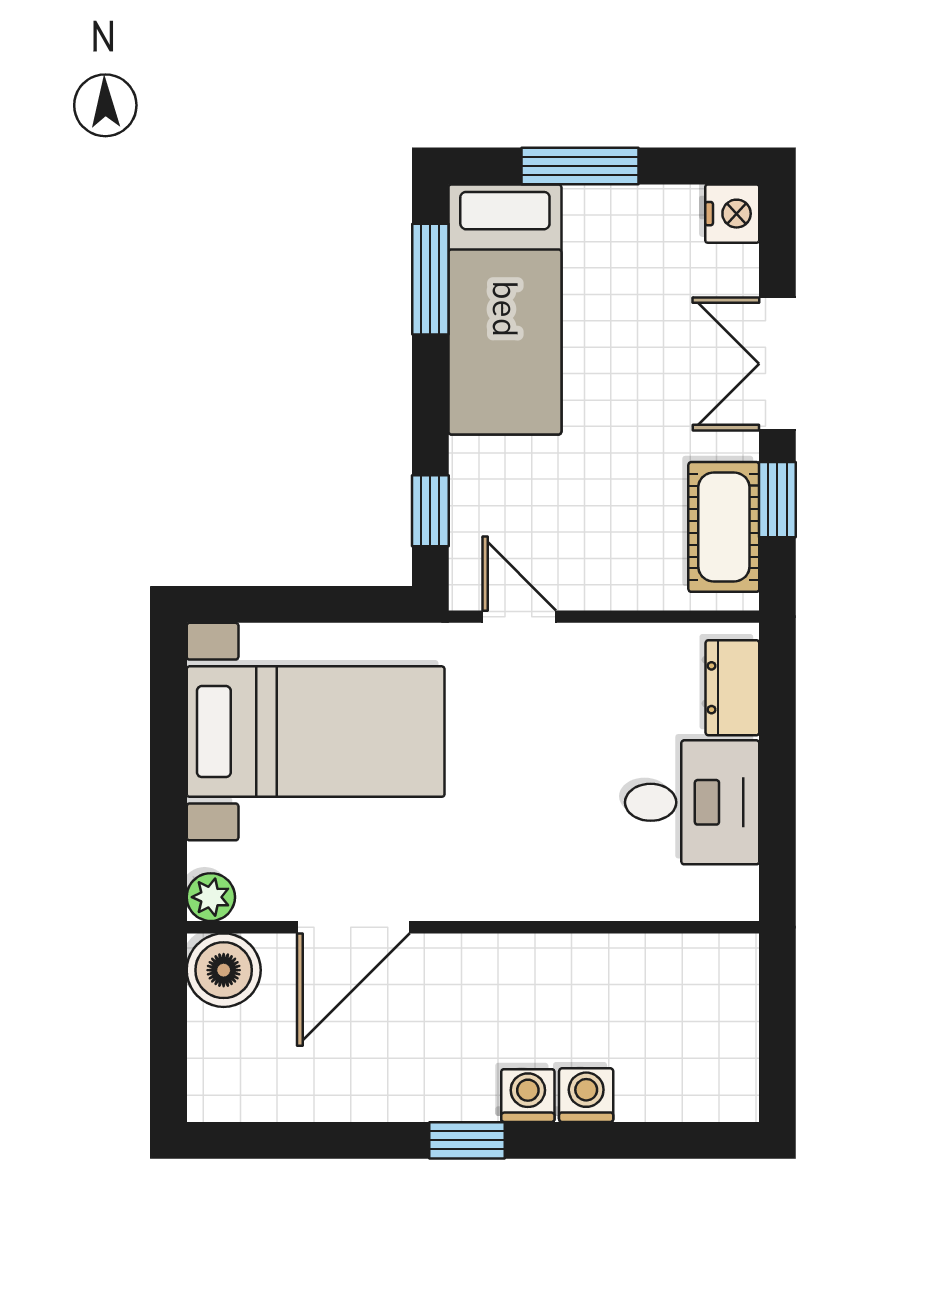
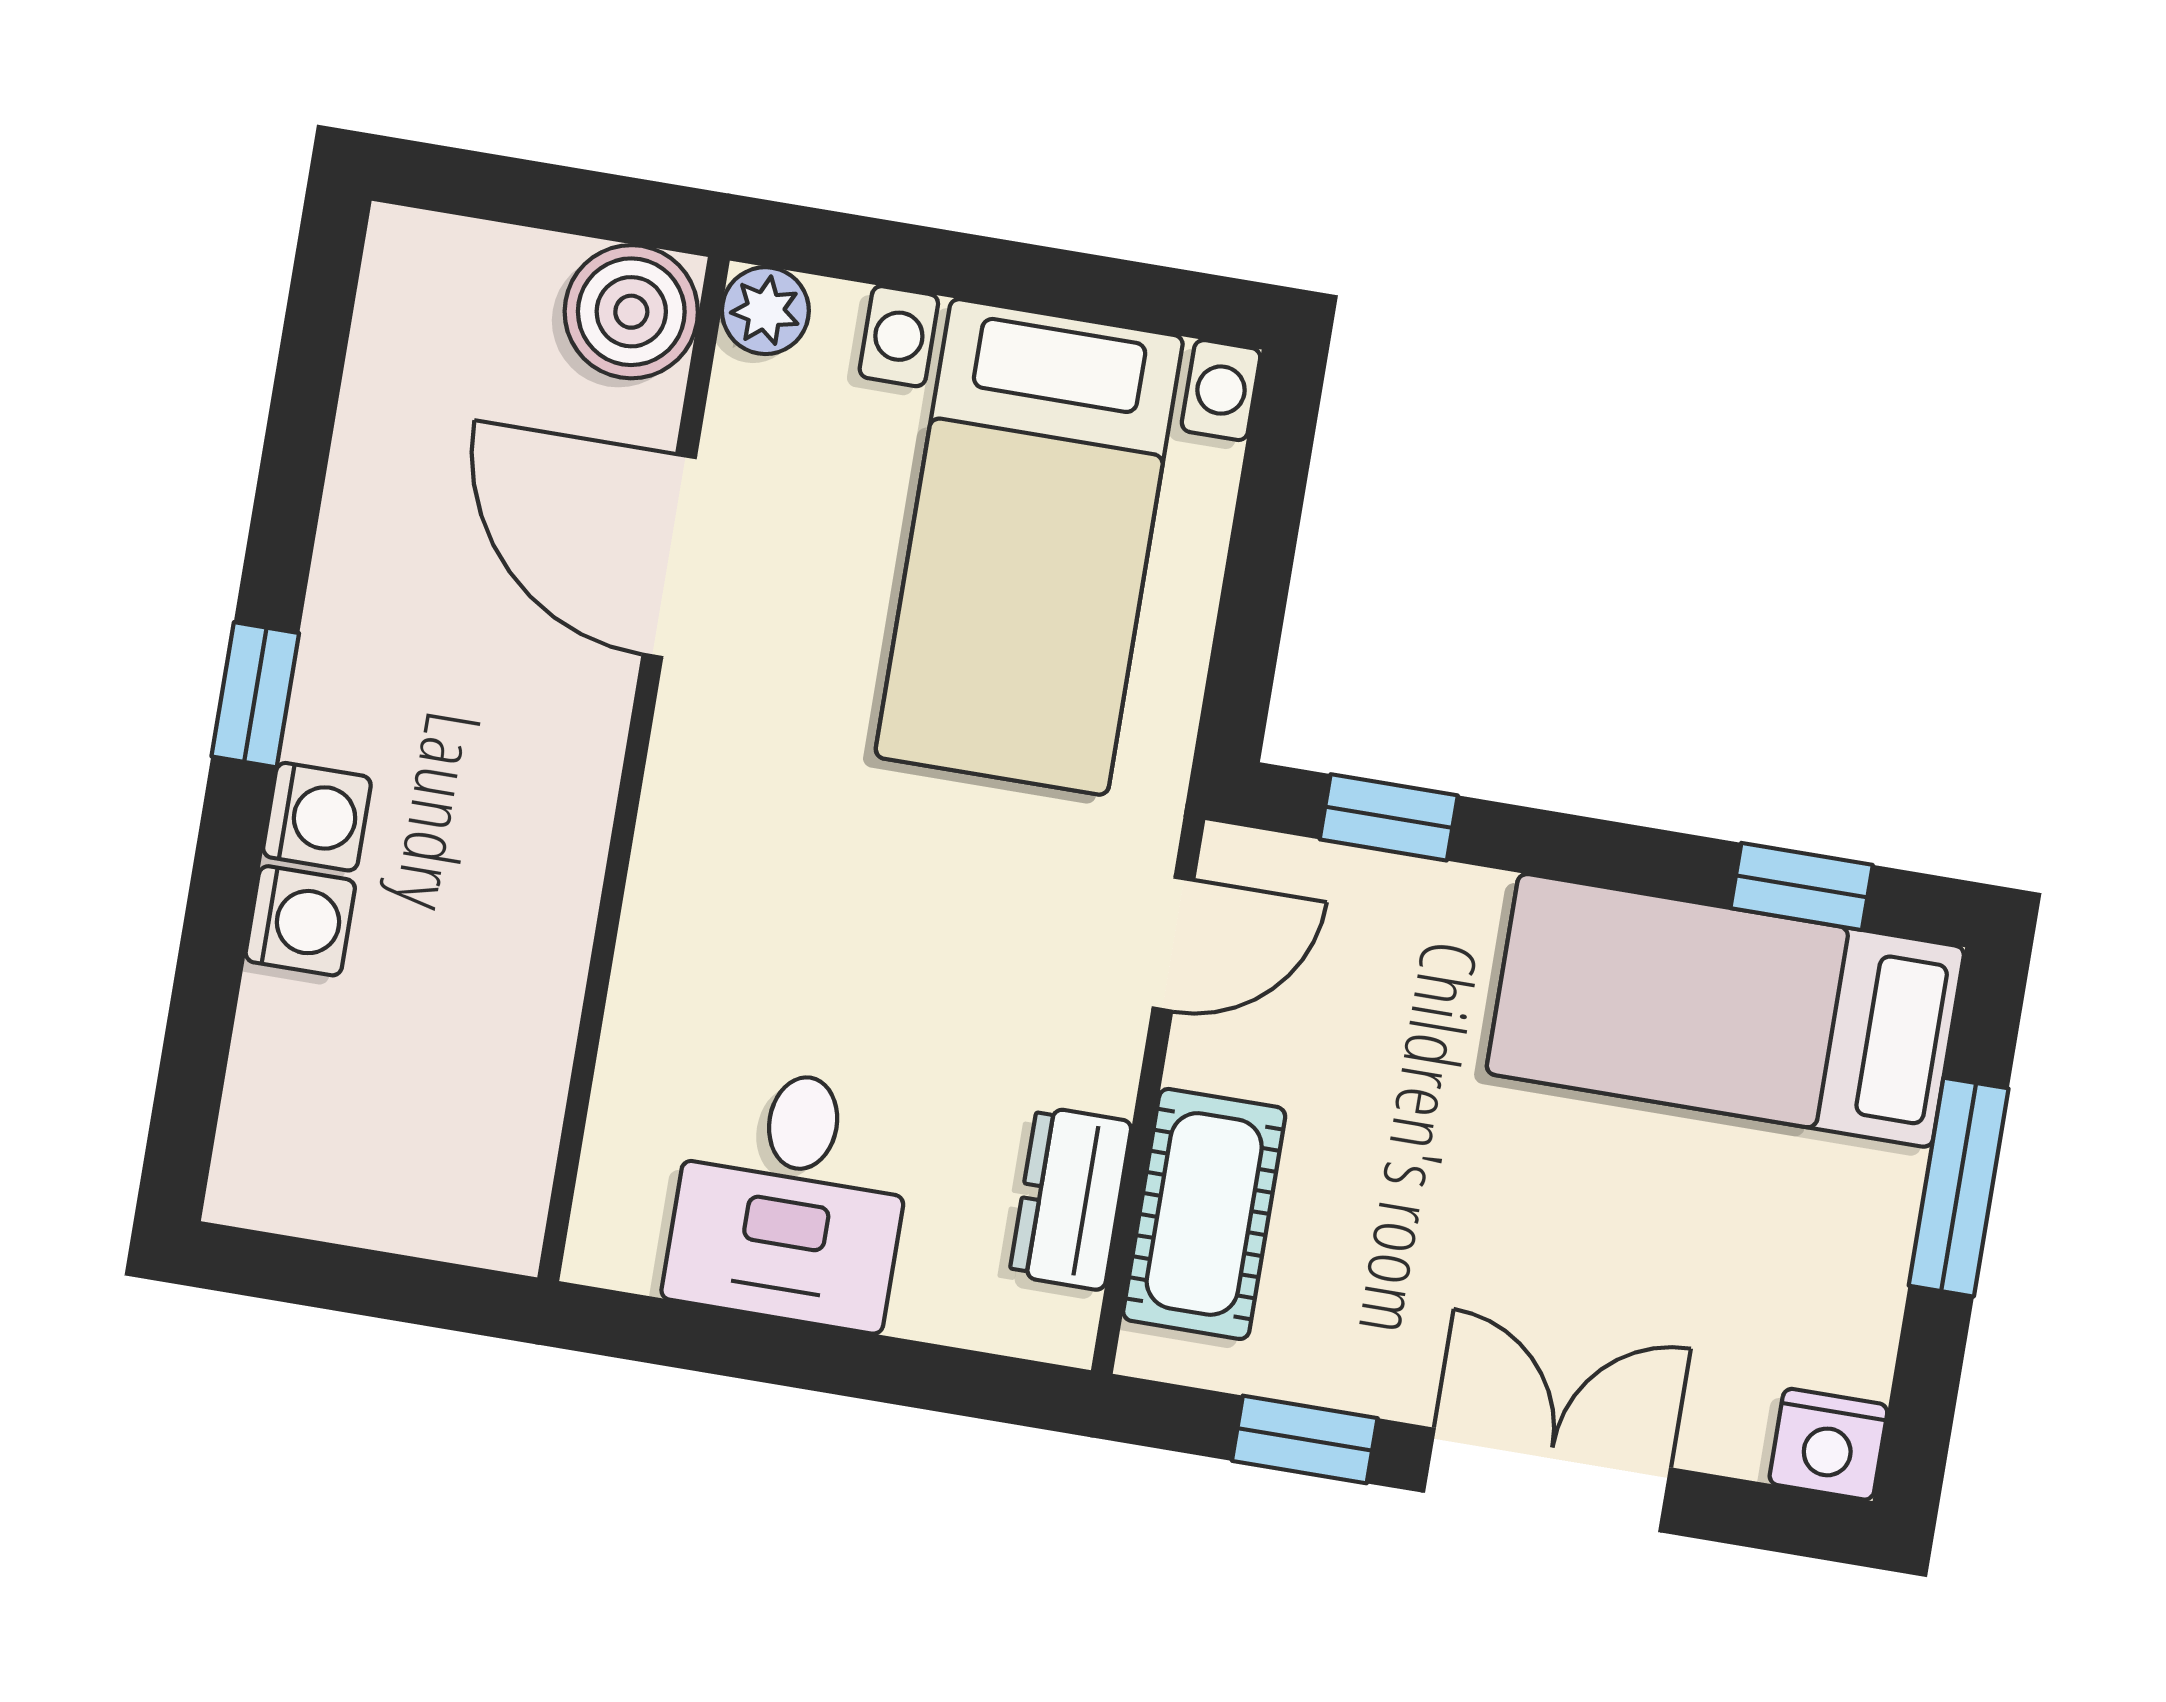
window: (430, 279) -> (1802, 886), width x0.67
cot: (724, 527) -> (1204, 1214), moved, turned 90
dresser: (732, 688) -> (1071, 1198), moved, turned -90

